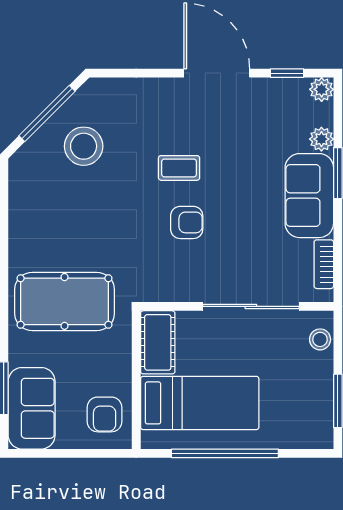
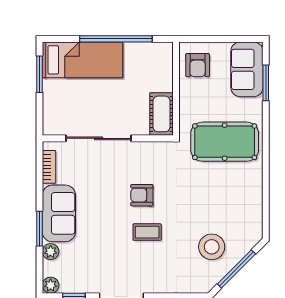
stool: (320, 339) -> (52, 116), removed
bed: (200, 403) -> (82, 60), moved, turned 180
armchair: (105, 414) -> (198, 65), turned 180

